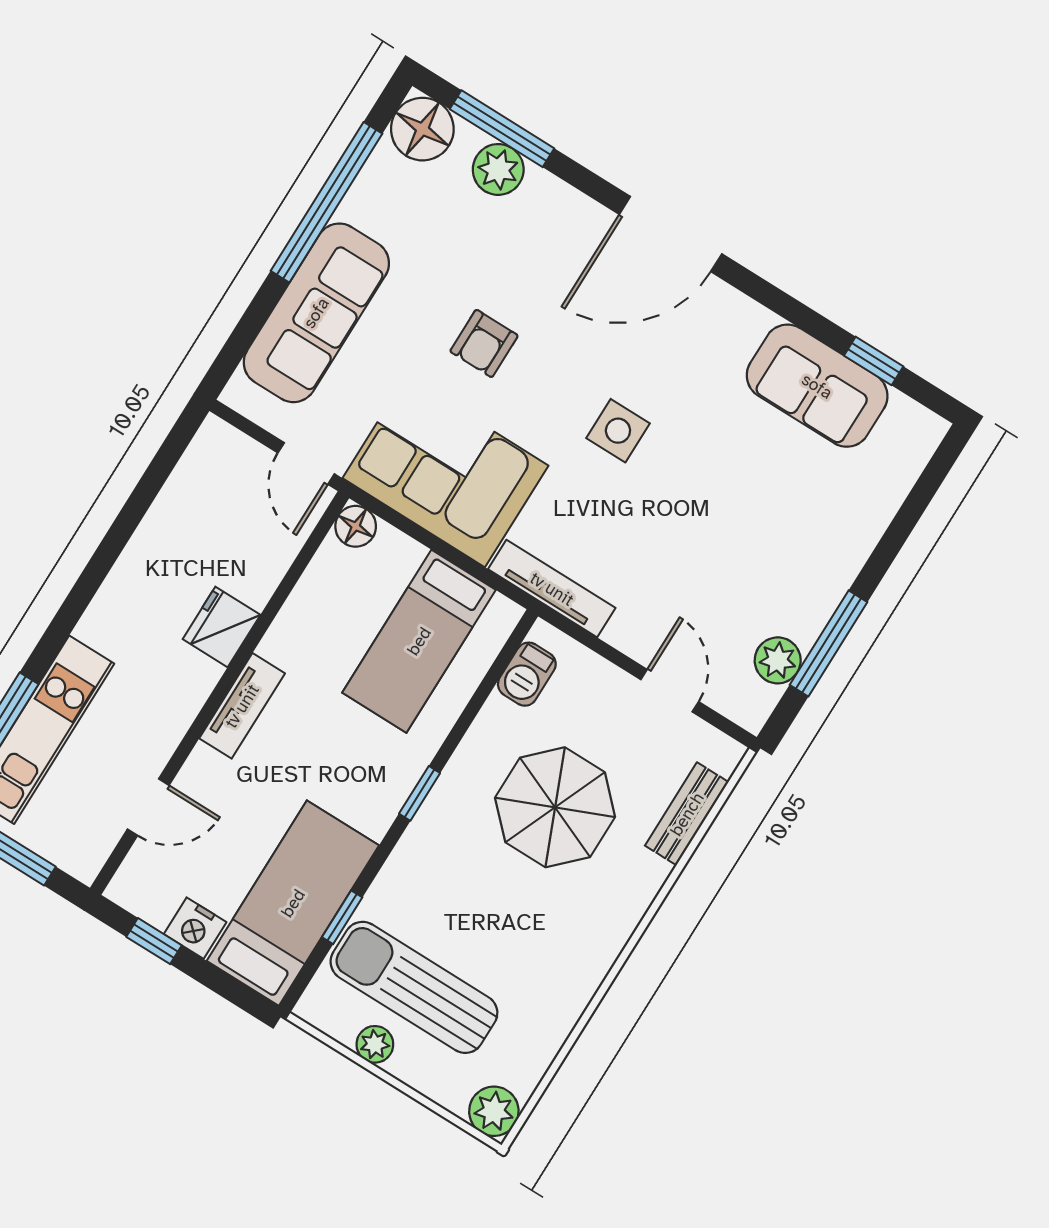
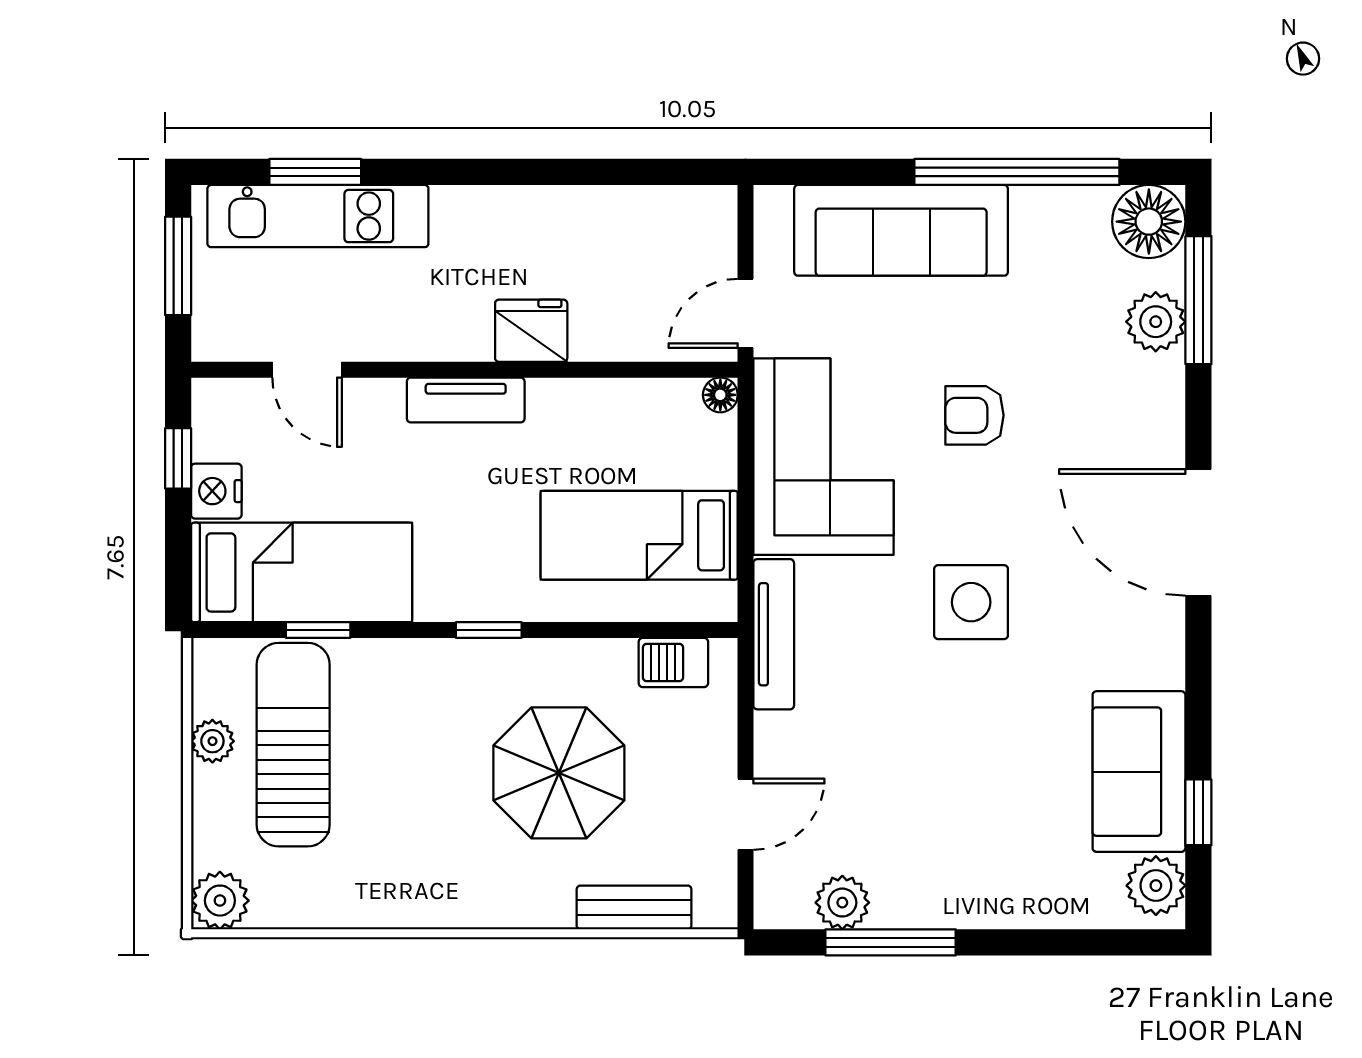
plant: (908, 425) -> (1156, 886), added
side table: (618, 431) -> (971, 602), width x1.37, depth x1.37
floor lamp: (356, 526) -> (720, 395), width x0.73, depth x0.73

